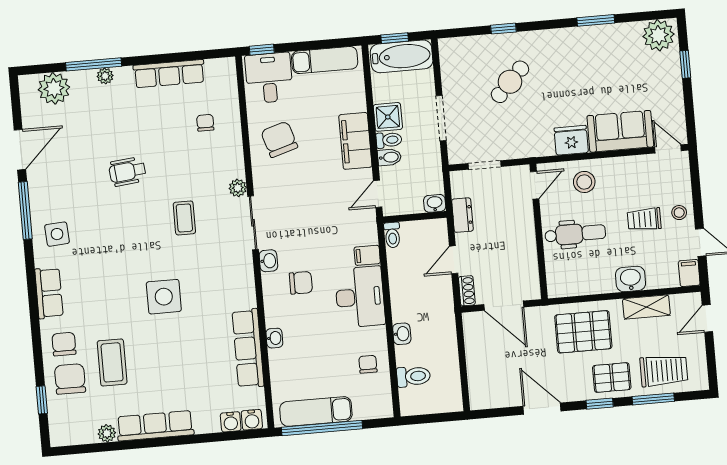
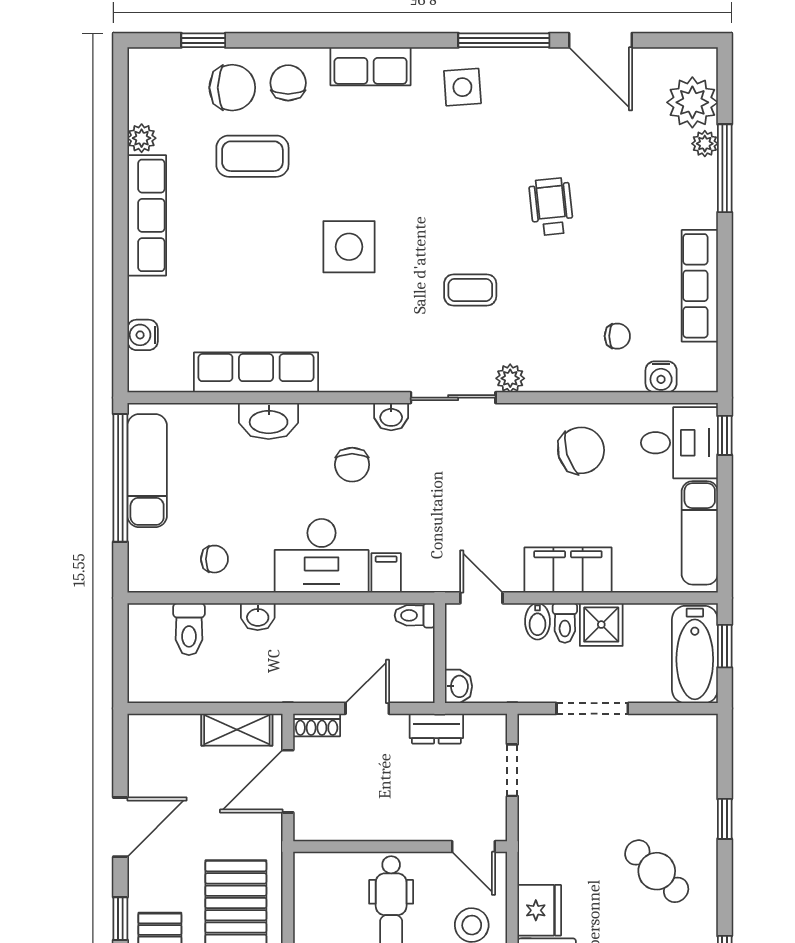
plant: (105, 76) -> (705, 144), moved
cafe table: (510, 82) -> (657, 871), moved
door: (454, 260) -> (367, 708), hinge flipped
washbasin: (274, 338) -> (269, 421), width x1.91, depth x1.45
shelving: (474, 341) -> (237, 730), added
chair: (64, 344) -> (288, 83), turned -90
water cooler: (252, 420) -> (661, 377), moved, turned -90

